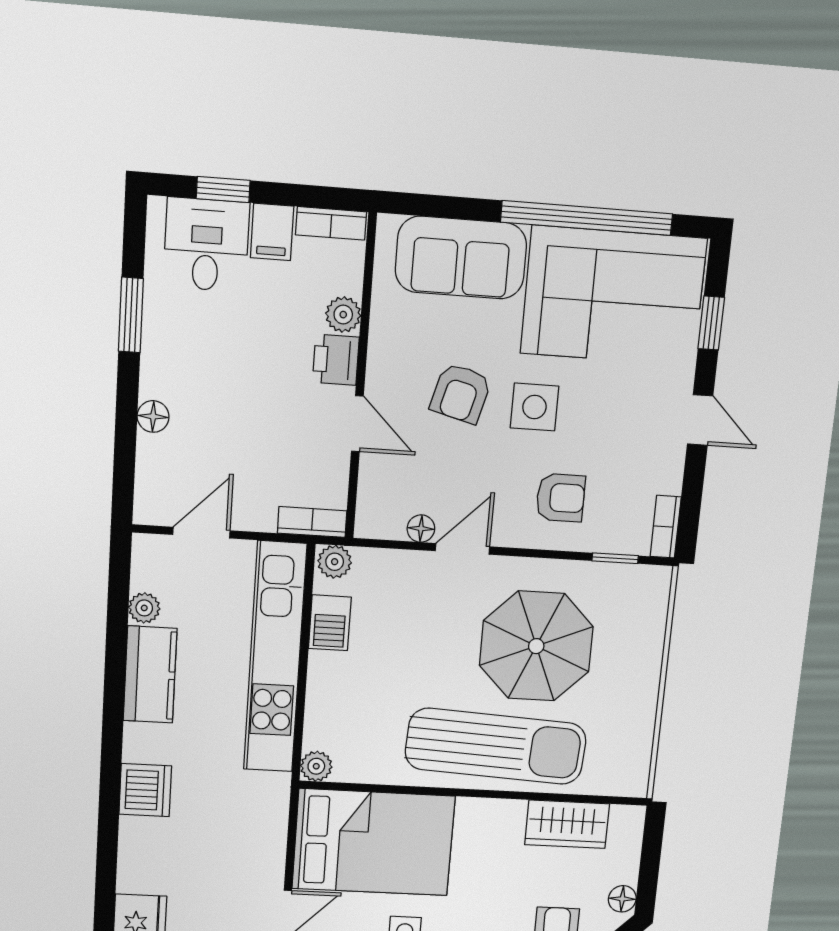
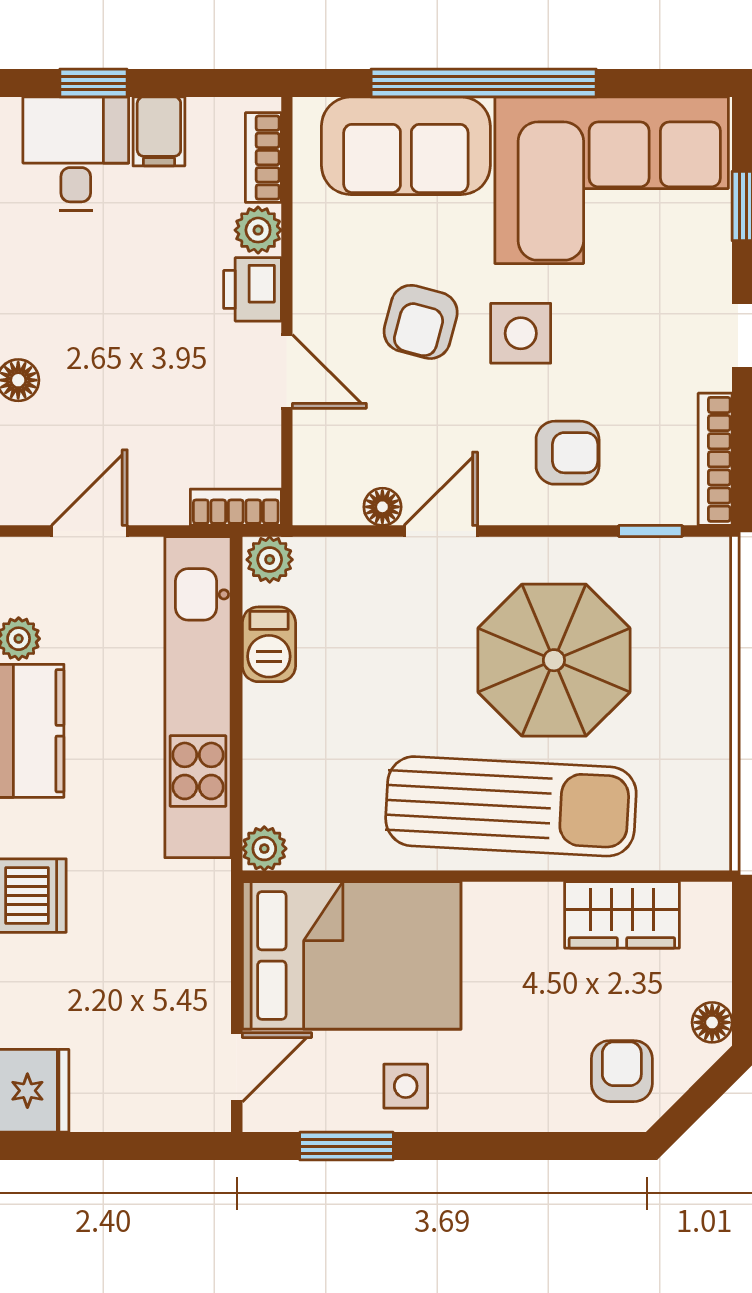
window: (587, 218) -> (484, 83), moved
bookcase: (331, 223) -> (263, 158), moved, turned 90
bookcase: (666, 527) -> (715, 459), width x1.56

